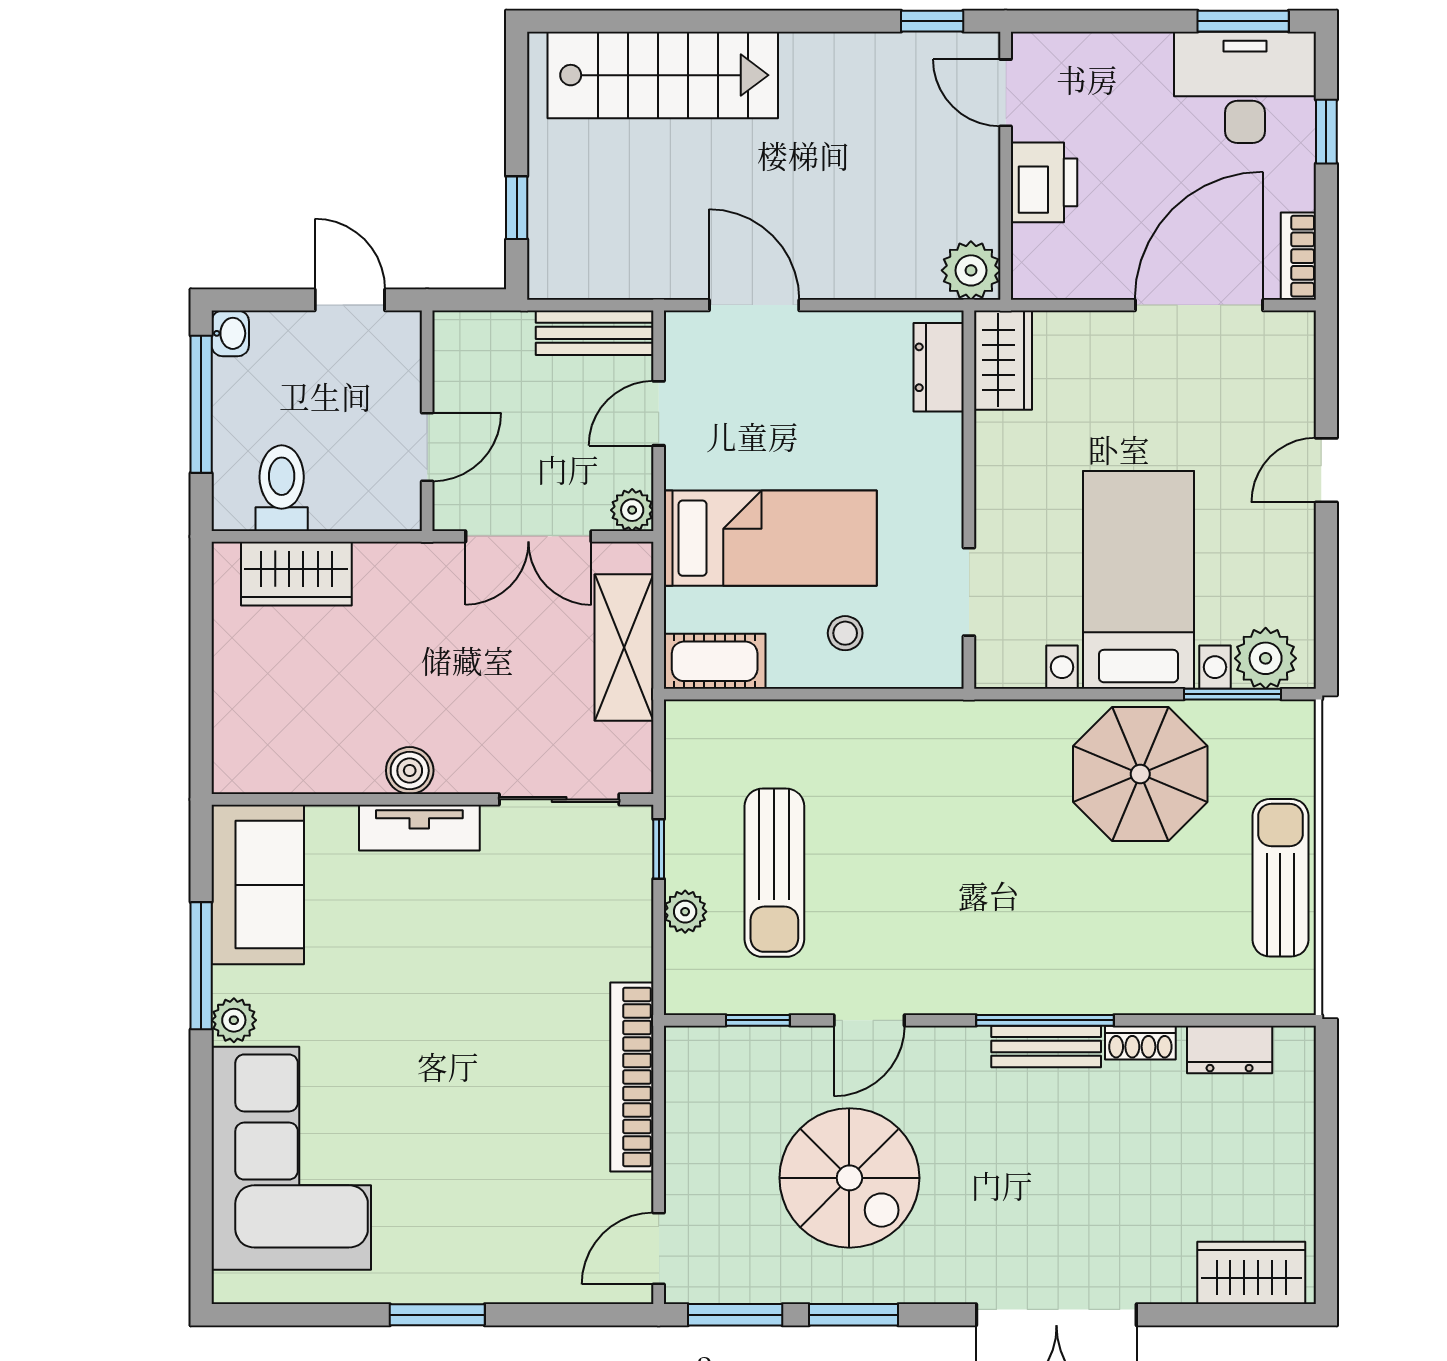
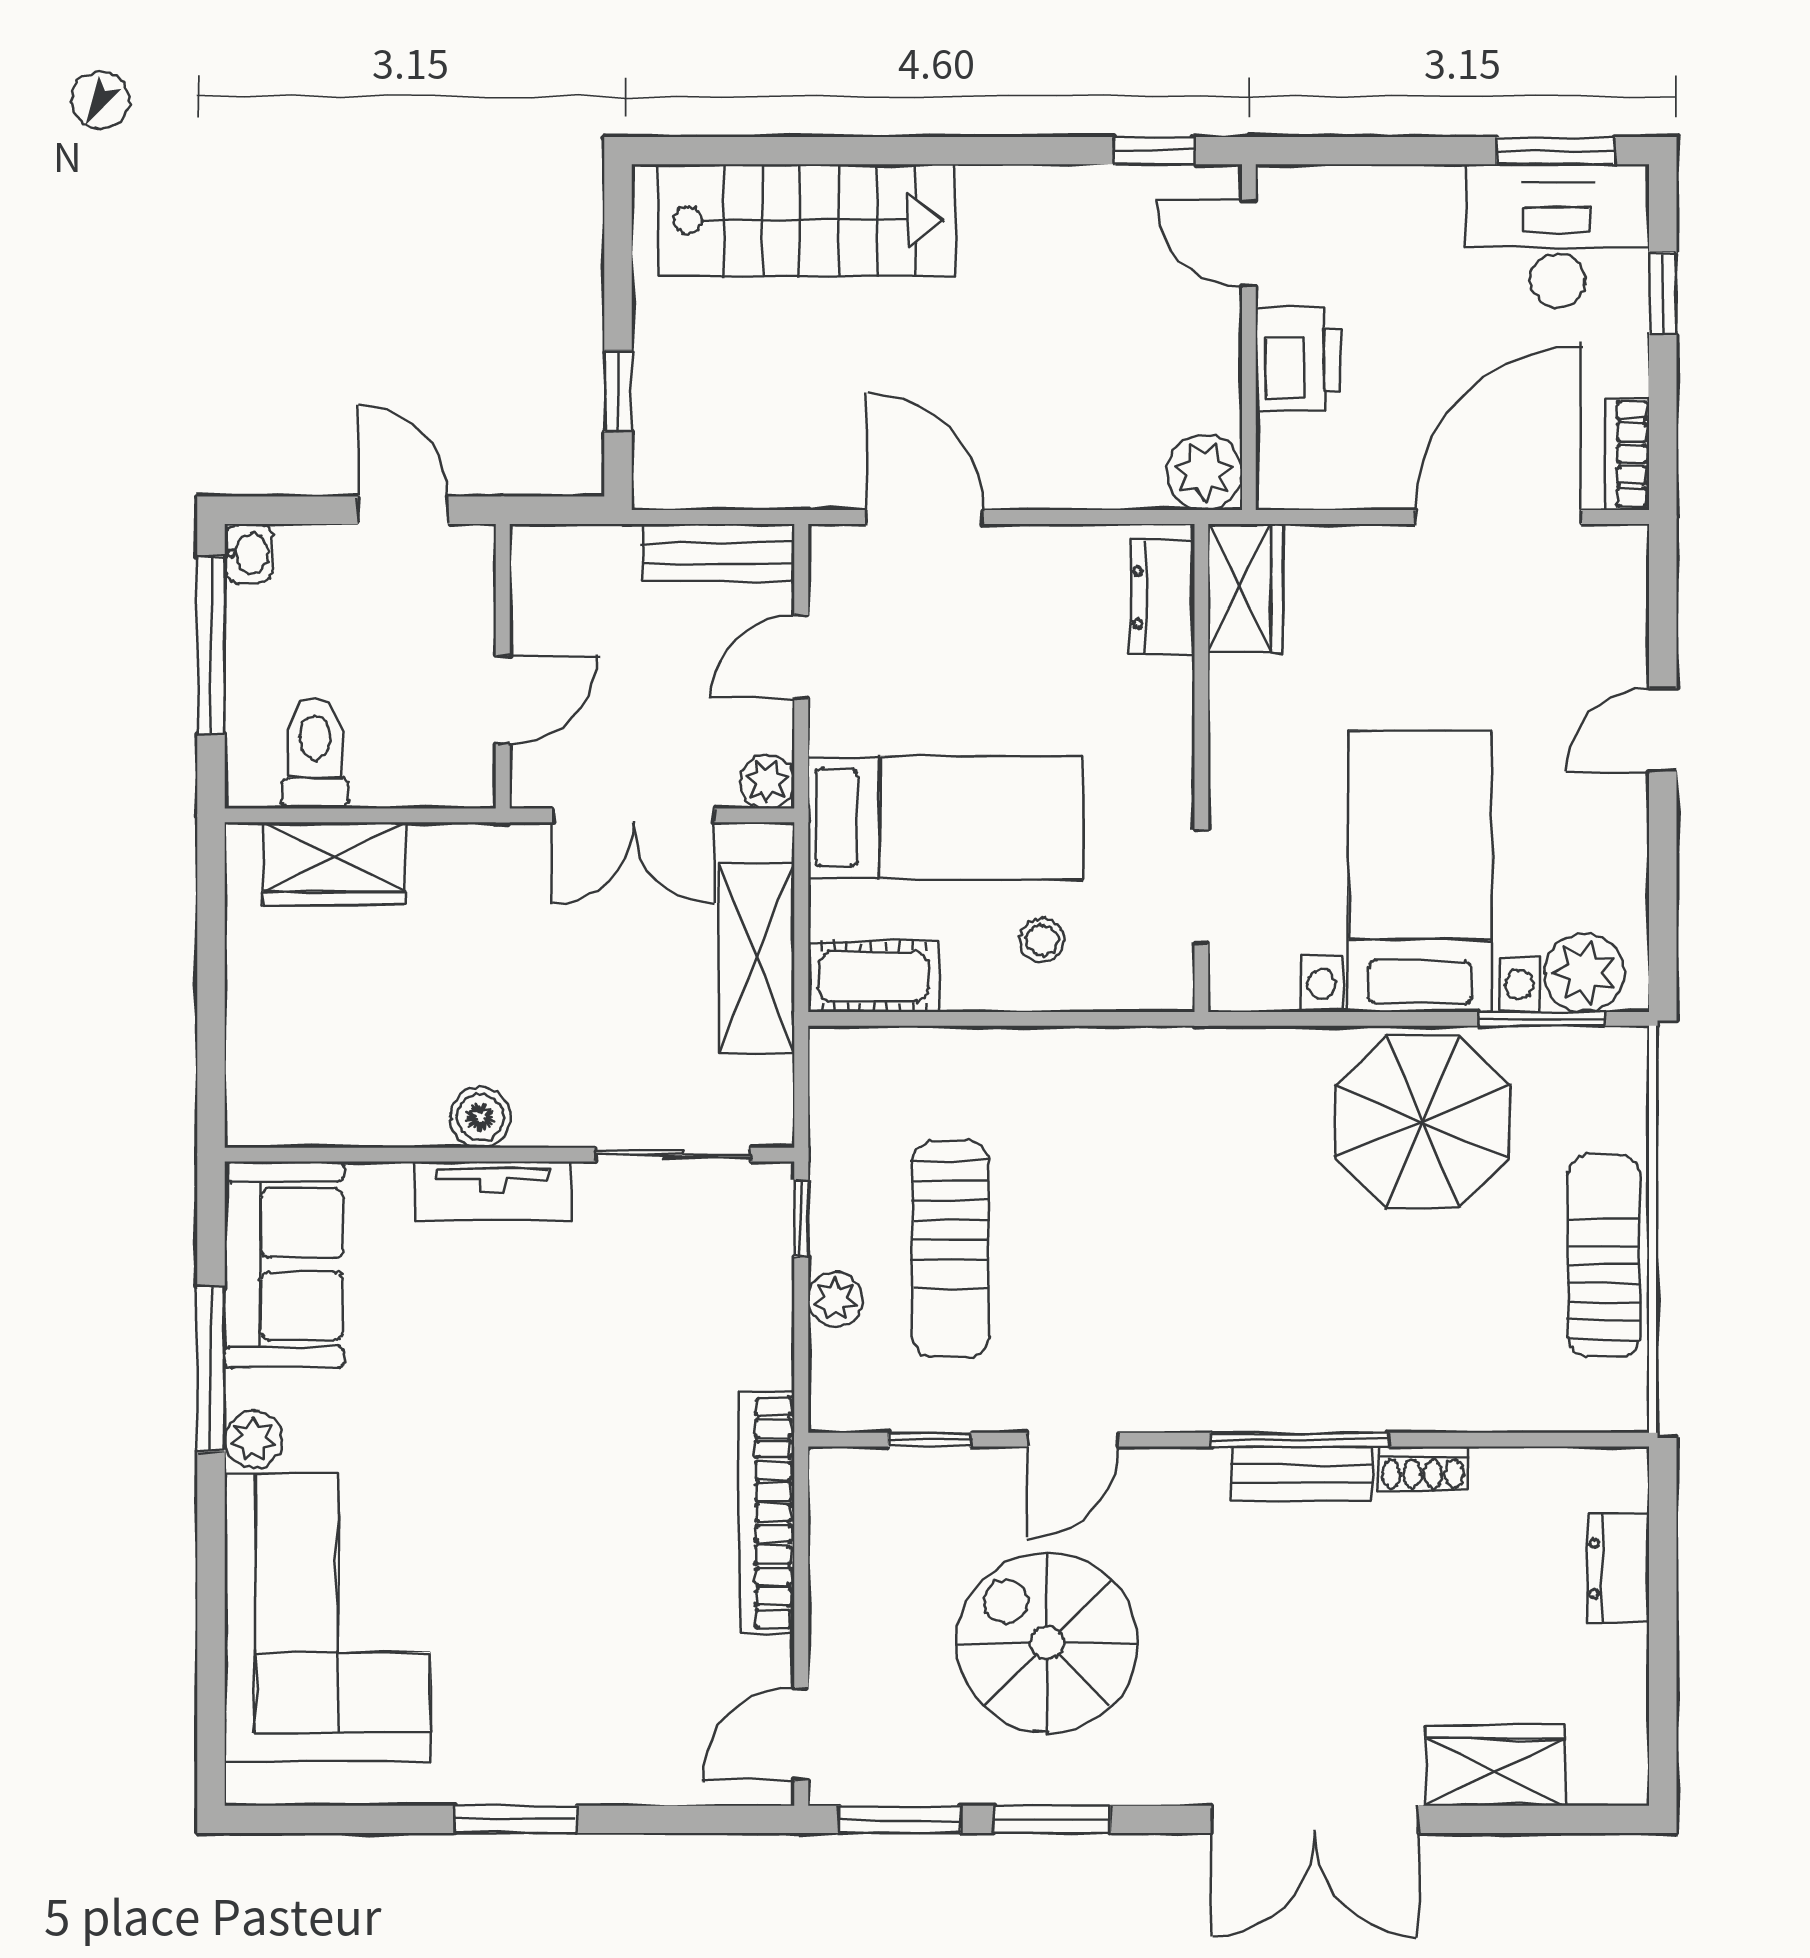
dresser: (1230, 1049) -> (1618, 1568), moved, turned 90
spiral stairs: (849, 1178) -> (1047, 1643), turned 180
wardrobe: (1251, 1273) -> (1495, 1766), moved

